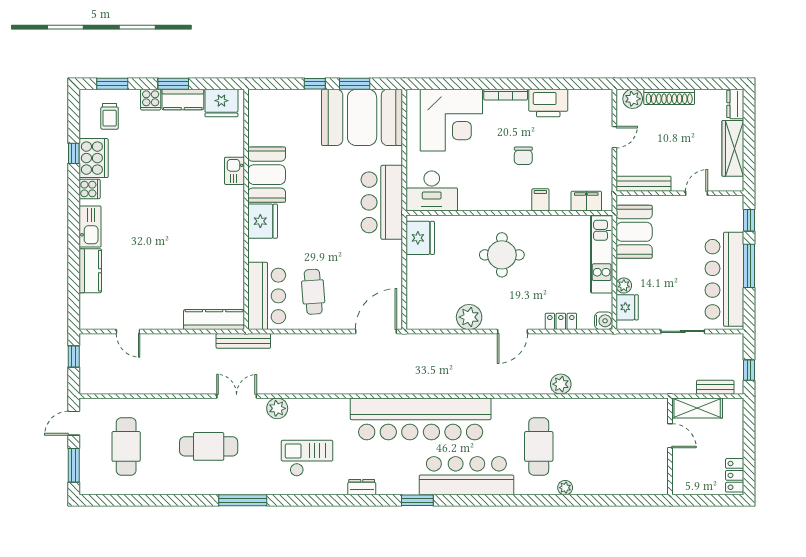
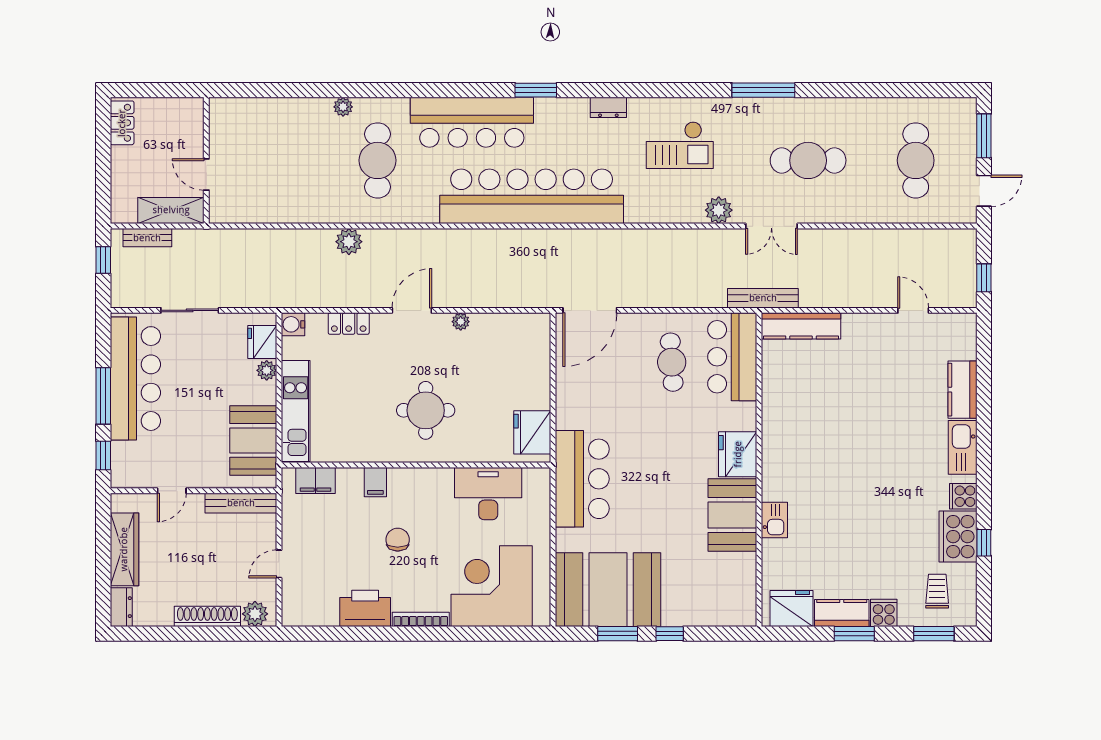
desk: (432, 191) -> (488, 494), moved
plant: (469, 317) -> (461, 322), width x0.53, depth x0.53

